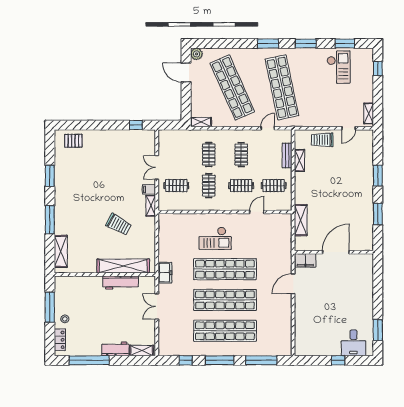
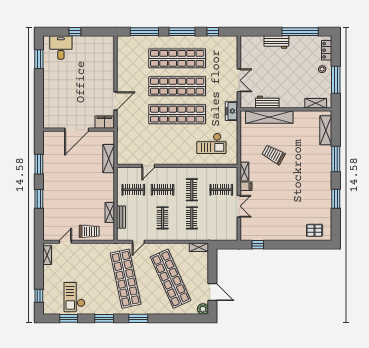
checkout: (215, 238) -> (211, 143), moved, turned 180
workbench: (121, 282) -> (267, 102), width x0.73
shelving: (142, 351) -> (316, 103), moved

